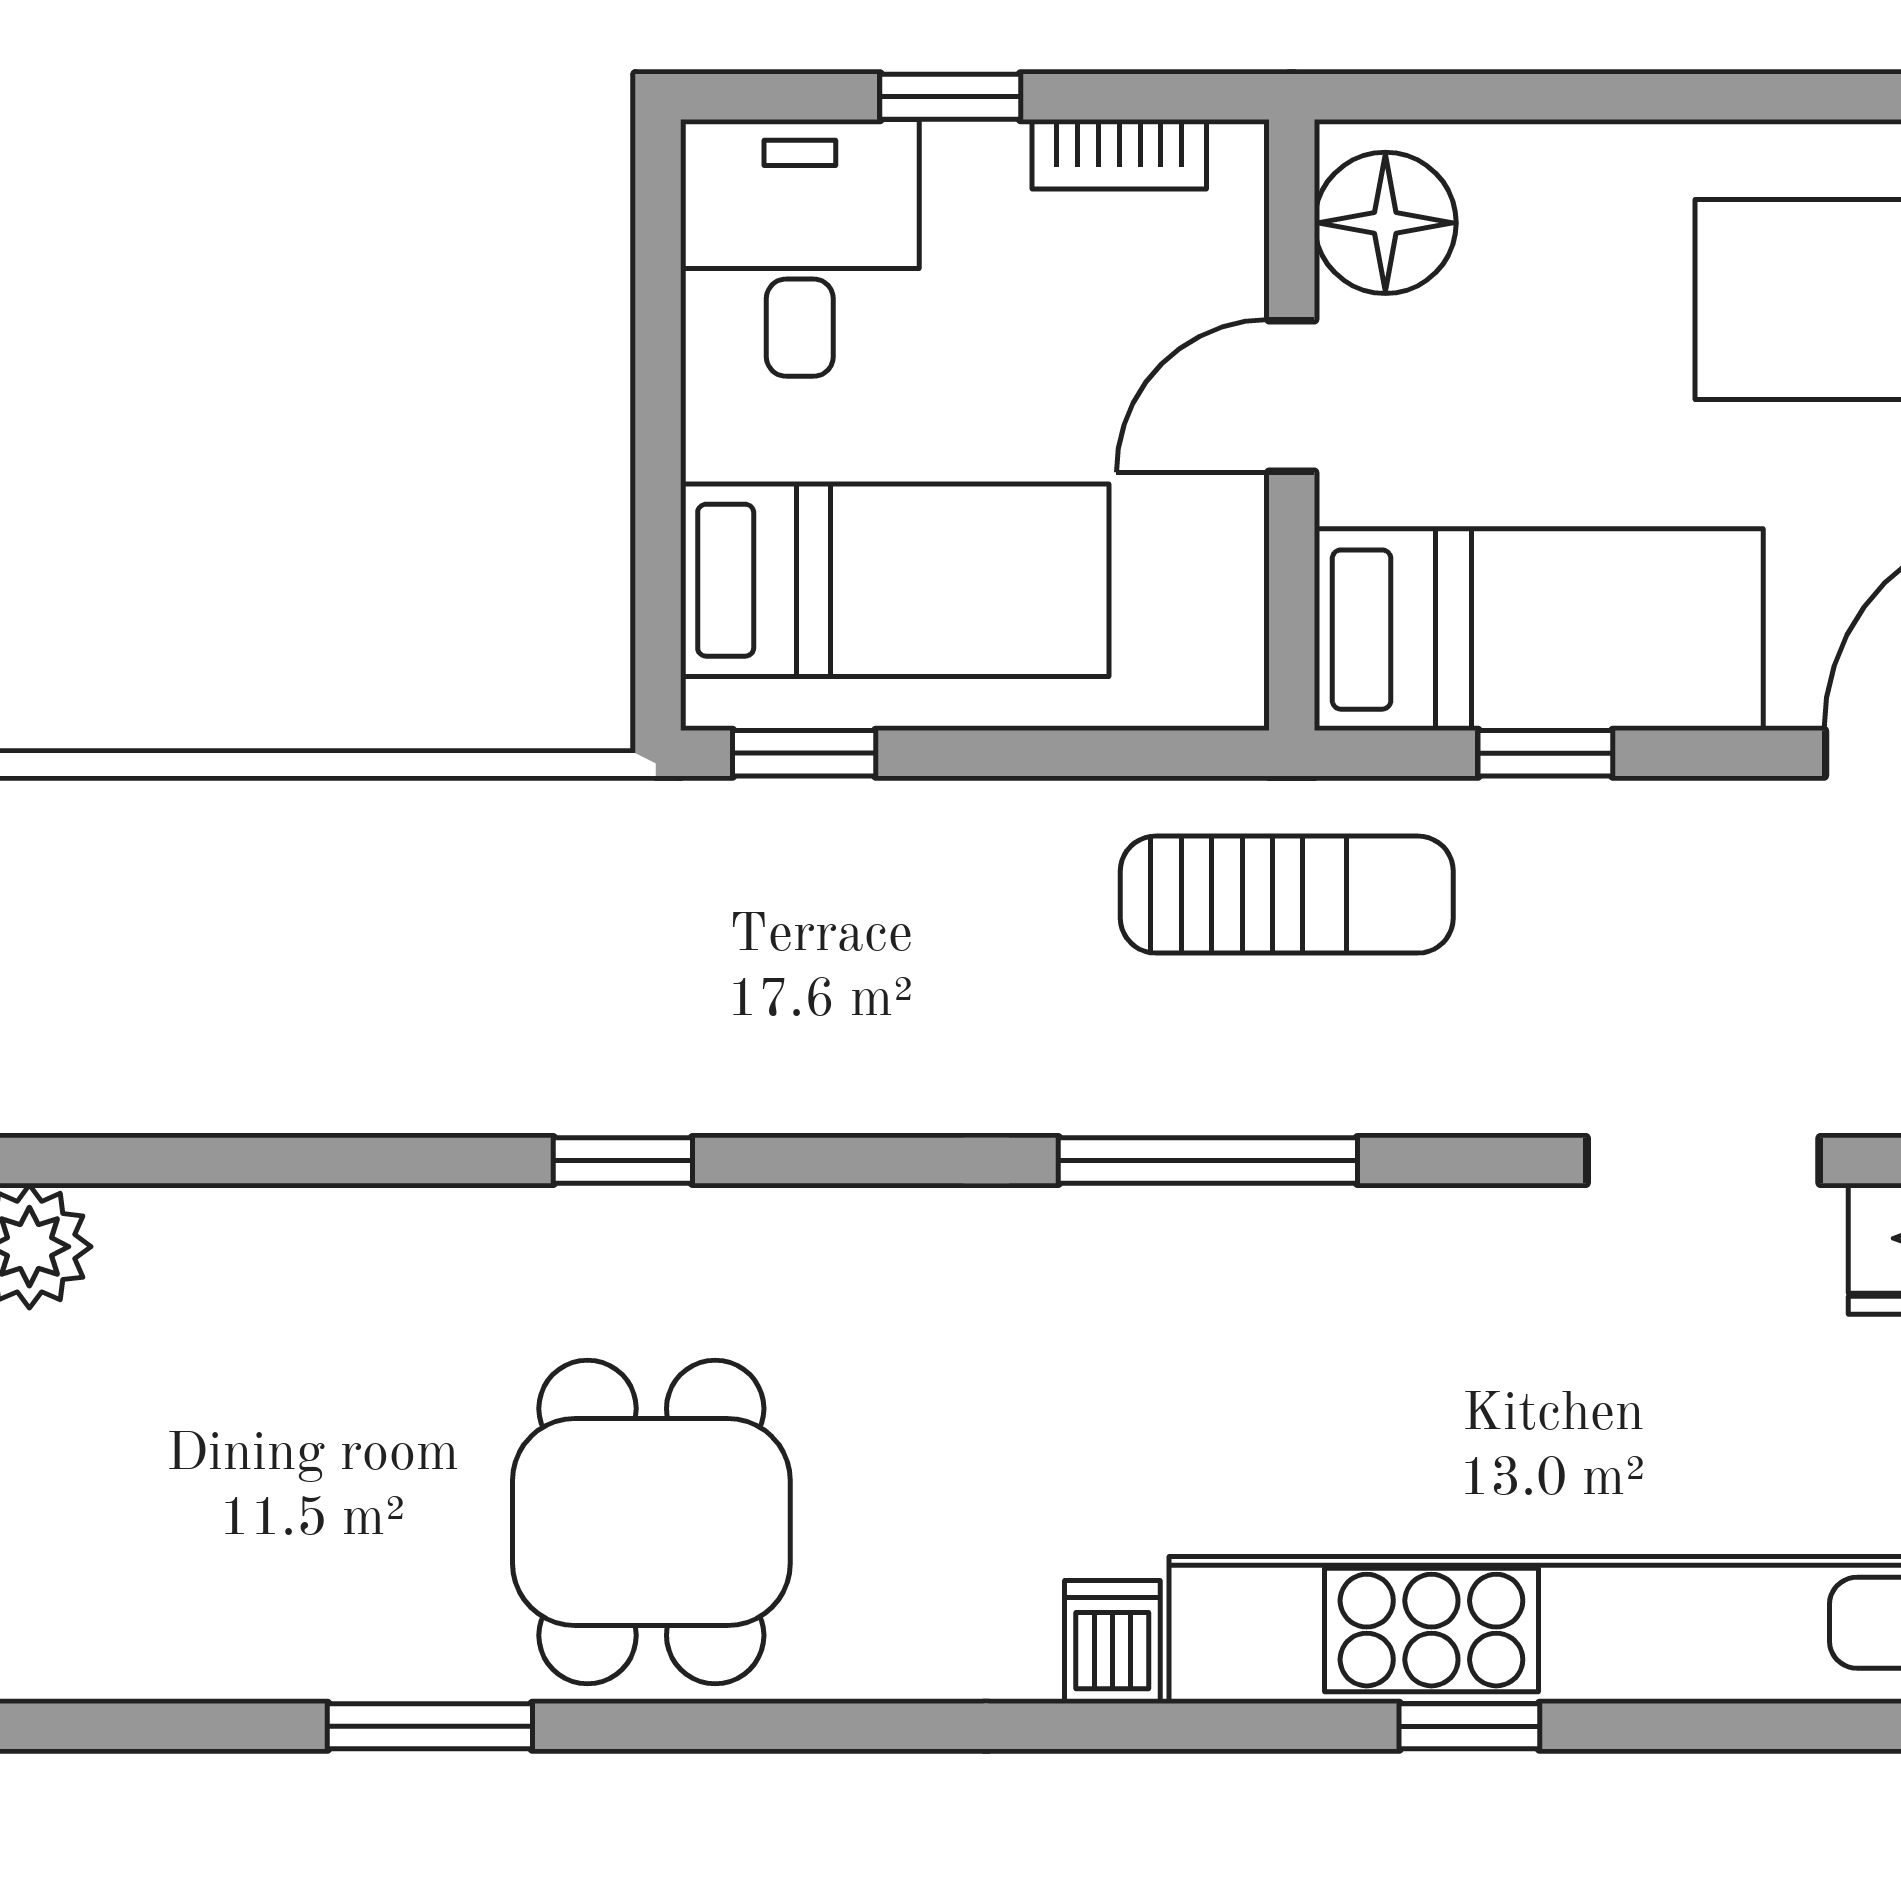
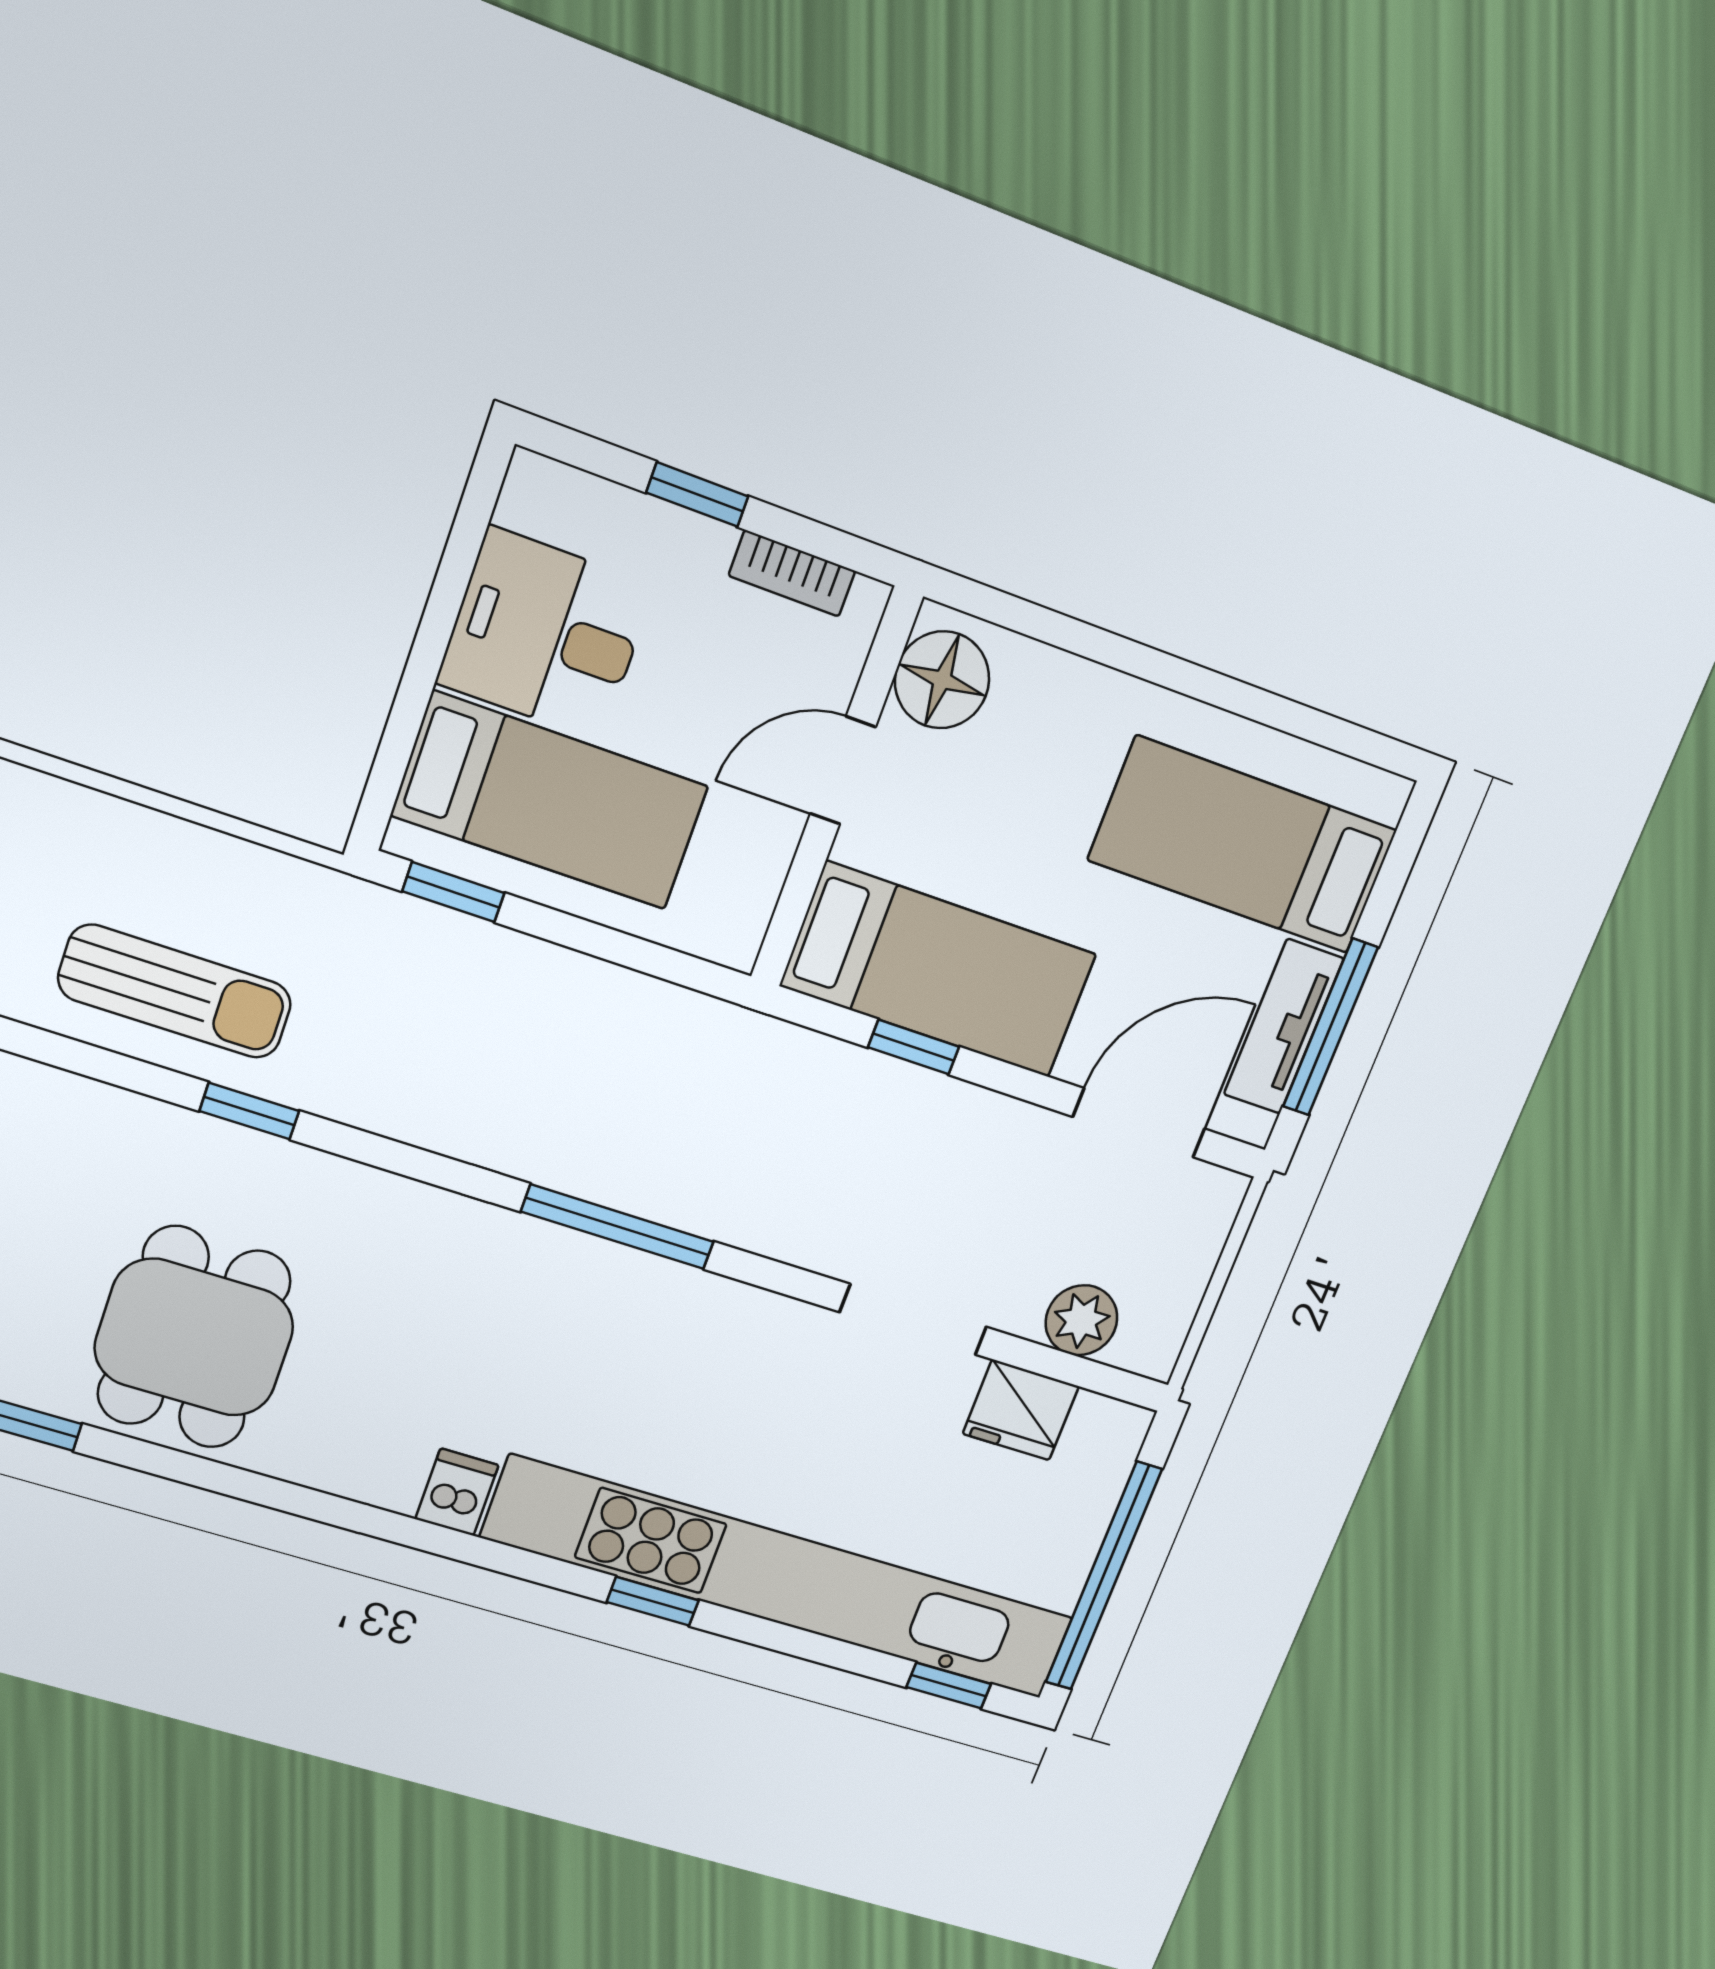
desk: (800, 248) -> (545, 634), moved, turned -90
sun lounger: (1287, 895) -> (175, 991), moved

